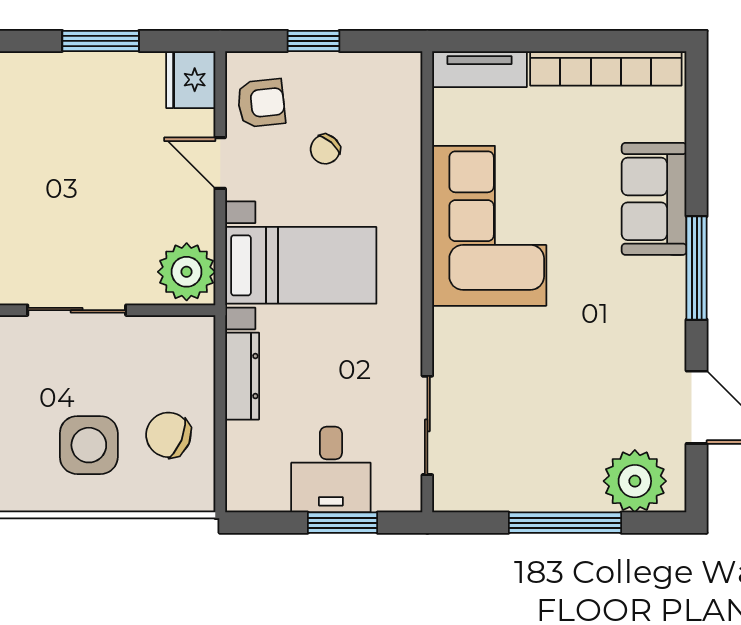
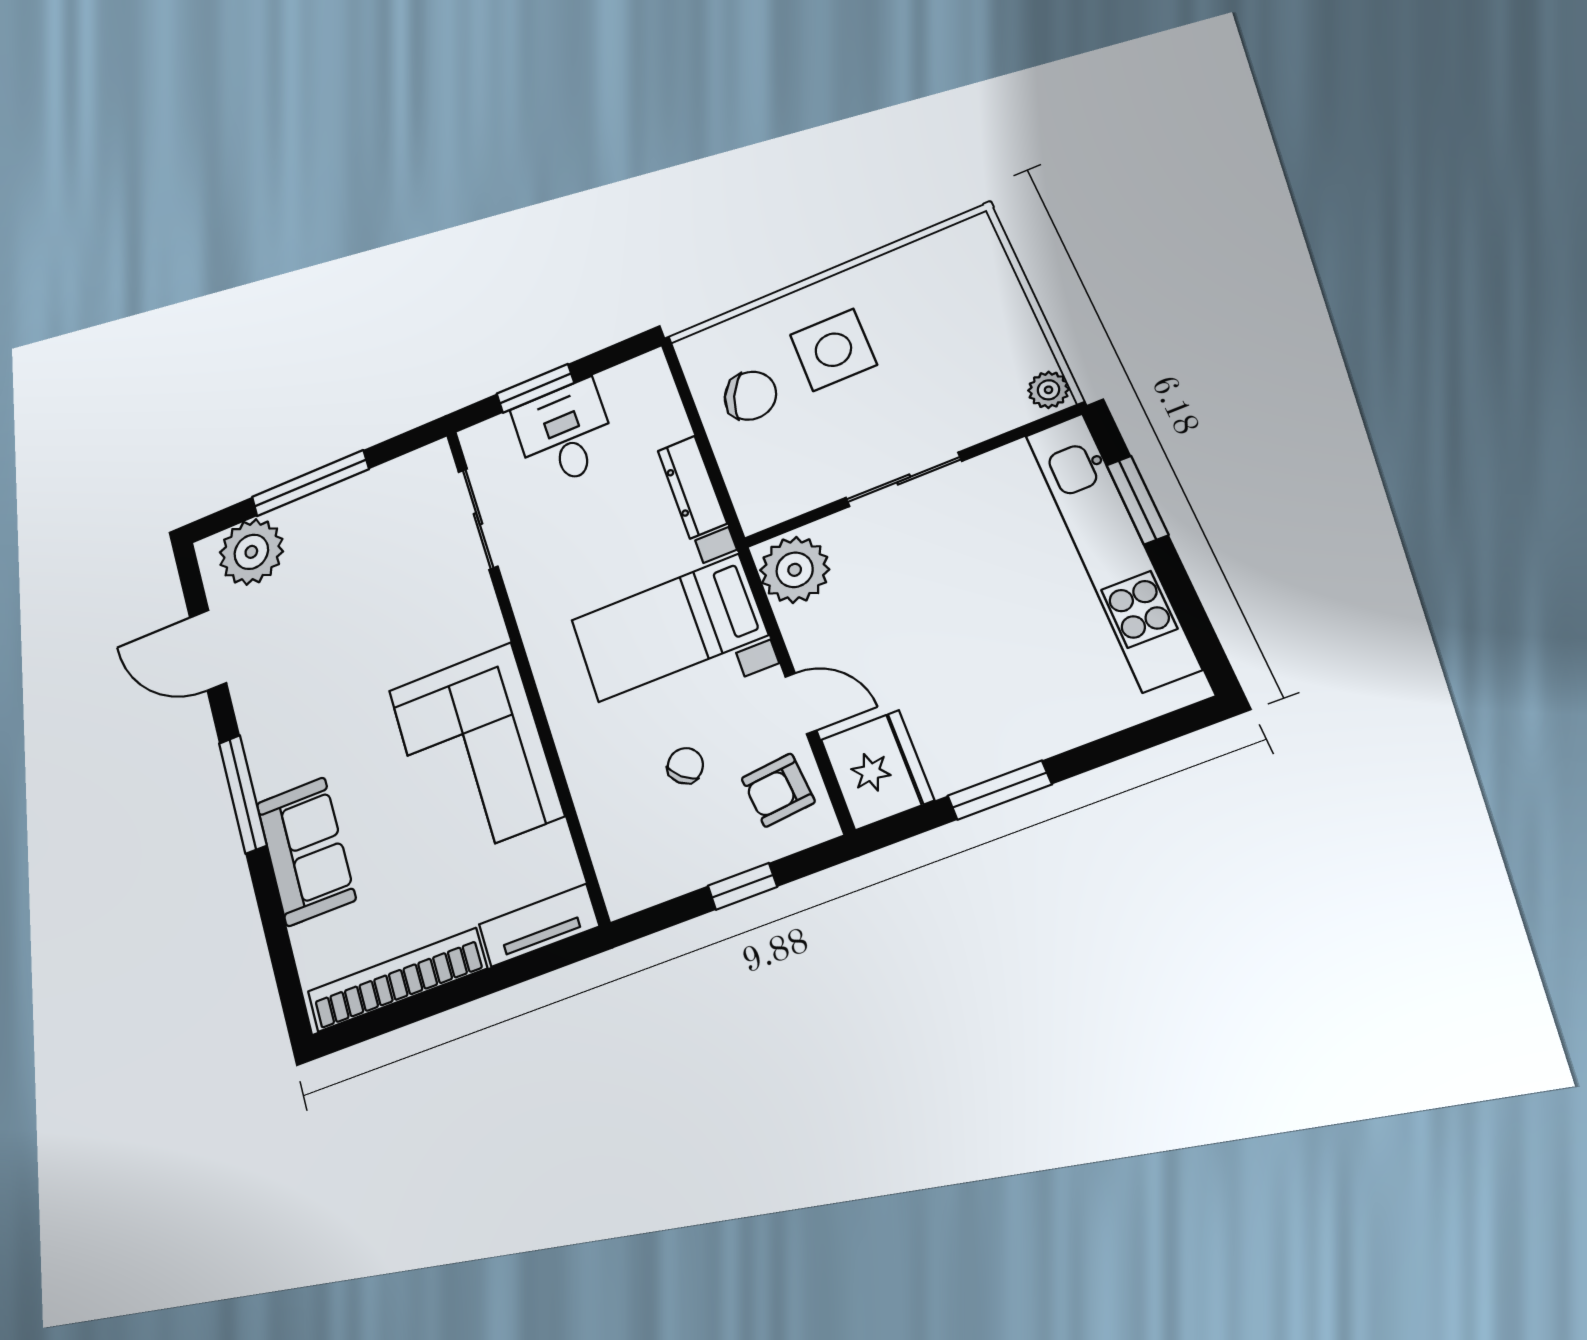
fridge: (191, 80) -> (877, 770), width x1.36, depth x1.34

